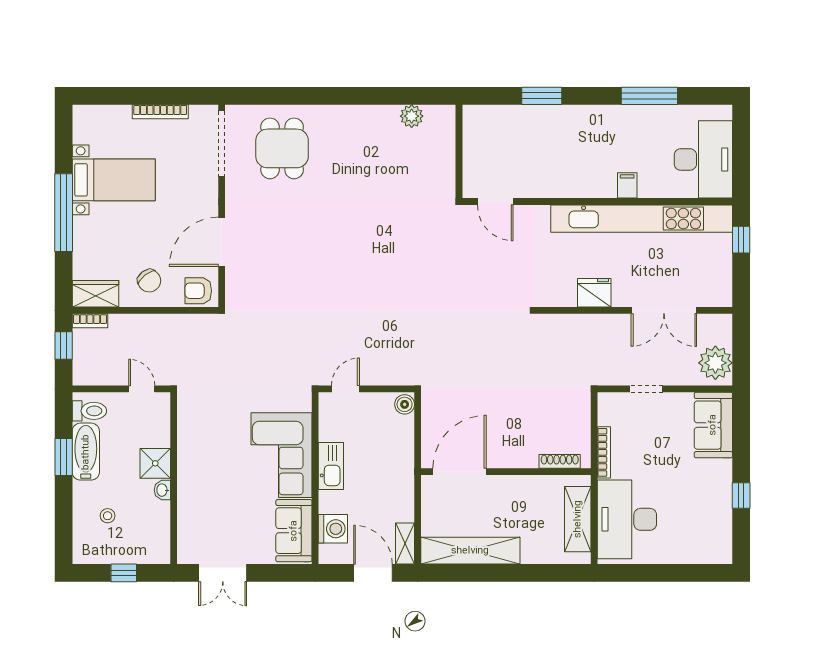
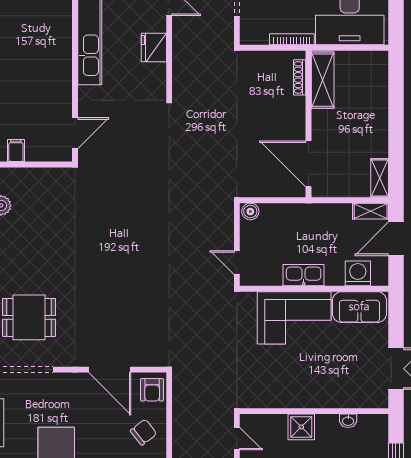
filing cabinet: (627, 185) -> (16, 151), moved, turned 90
door: (142, 389) -> (237, 439), swing flipped
washbasin: (162, 490) -> (348, 421), moved
shelving: (578, 519) -> (323, 80), moved, turned 90
shelving: (470, 551) -> (380, 178), width x0.45, depth x0.75

